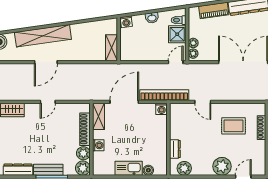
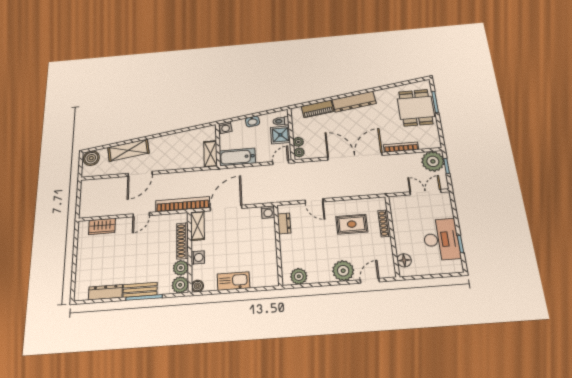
shelving: (43, 36) -> (128, 150), width x0.68
bathtub: (136, 53) -> (237, 157), added
bookcase: (164, 95) -> (183, 204), moved
dresser: (175, 149) -> (284, 223), moved
boiler: (148, 170) -> (197, 286), moved

